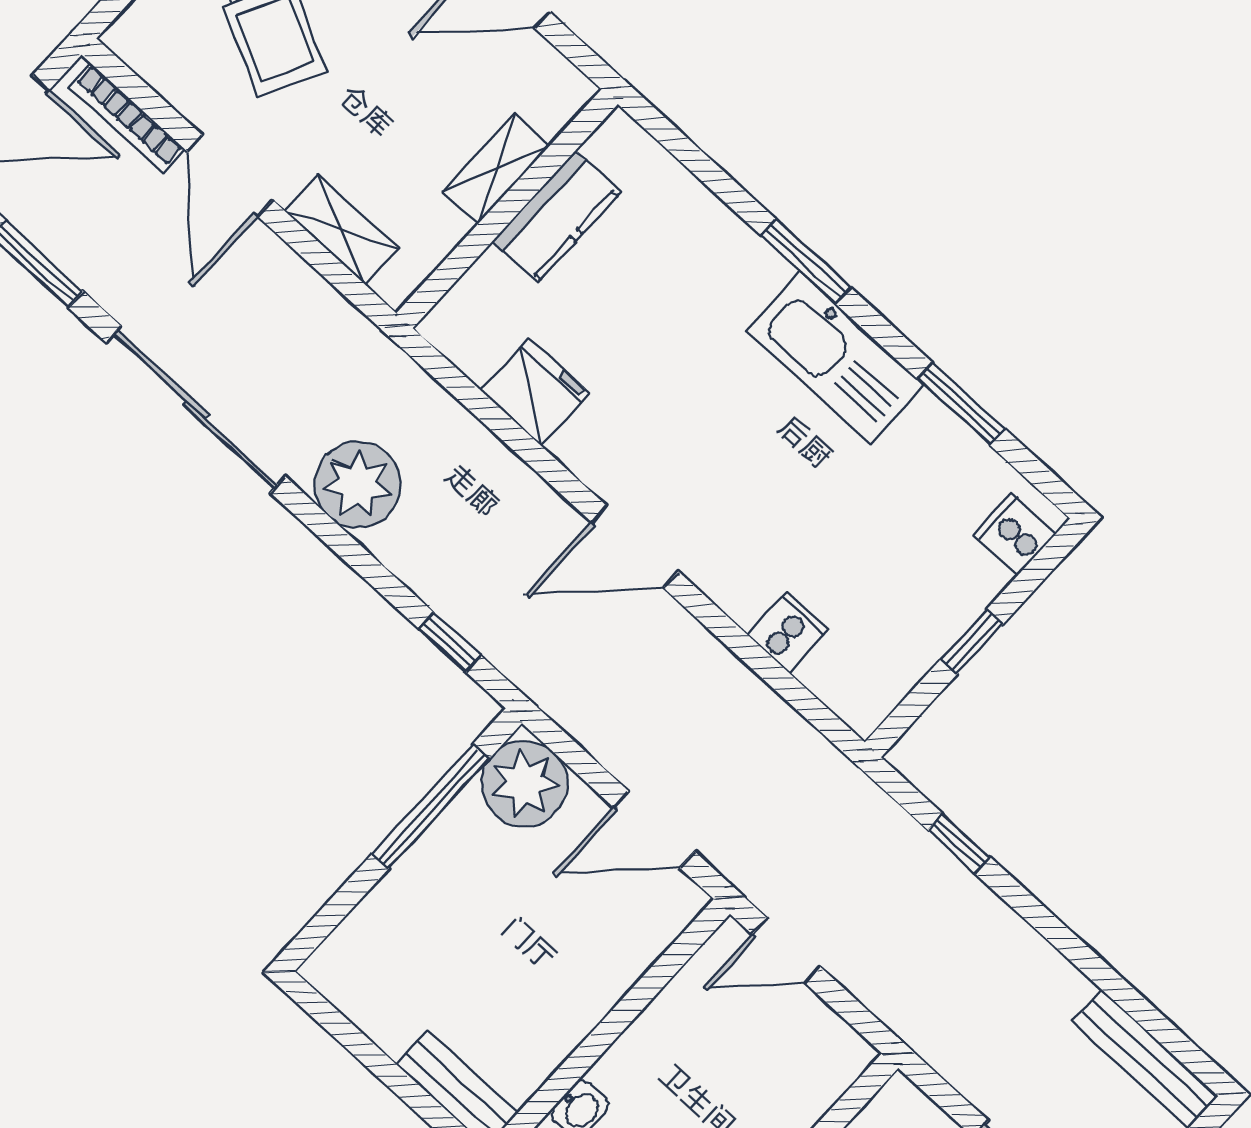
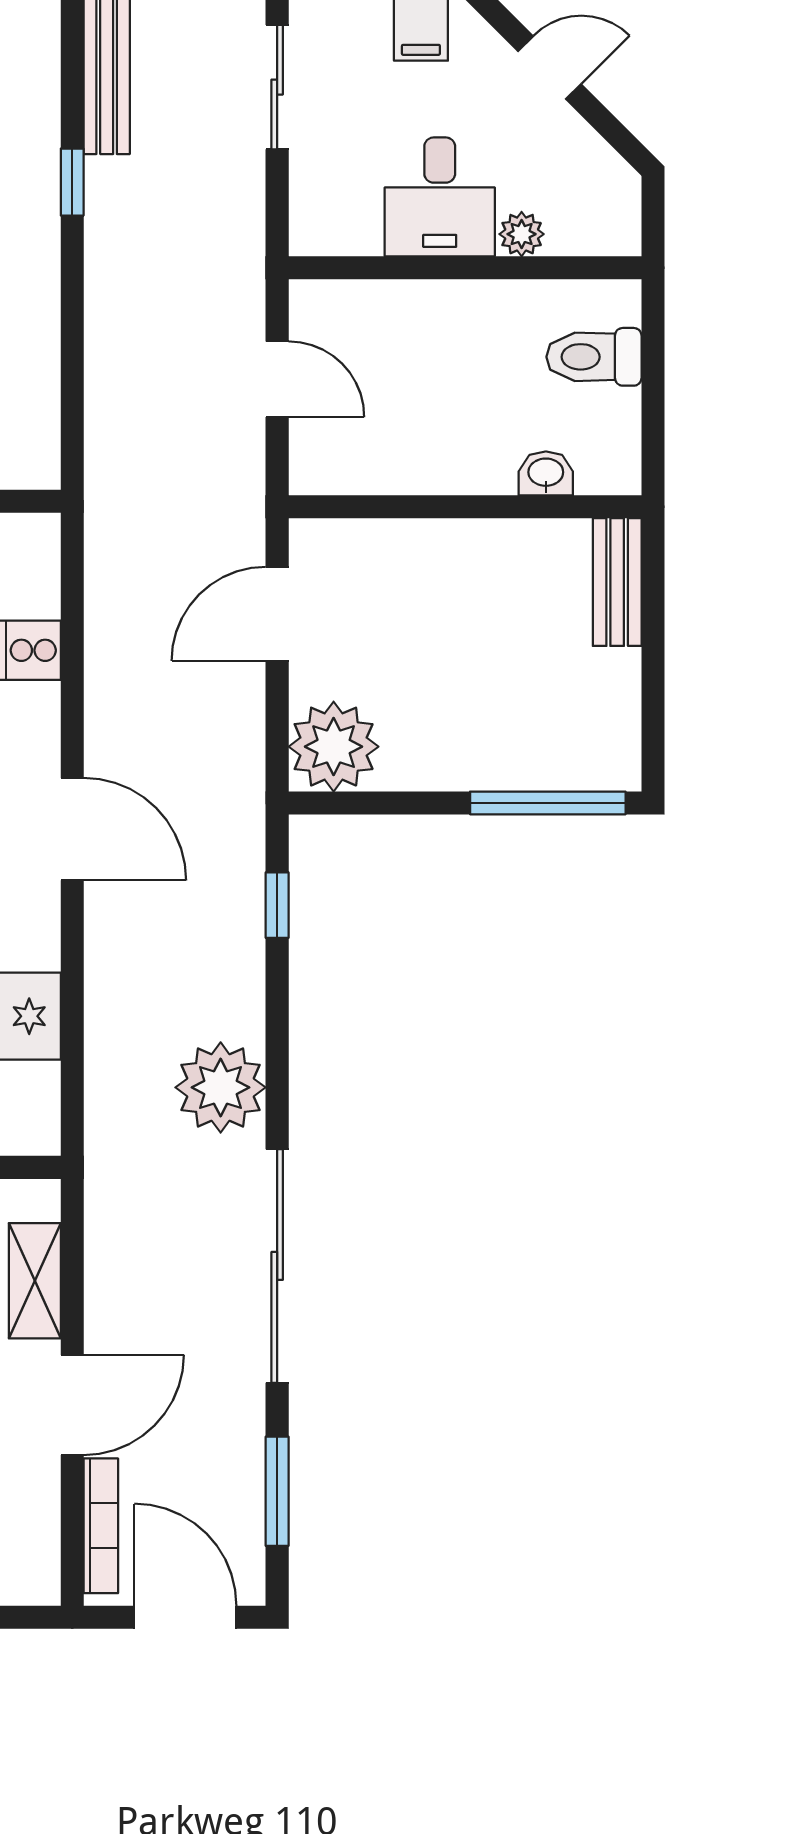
window: (431, 807) -> (548, 803), moved
door: (654, 829) -> (277, 614), swing flipped
window: (959, 843) -> (72, 182), moved
door: (786, 950) -> (277, 379), moved

